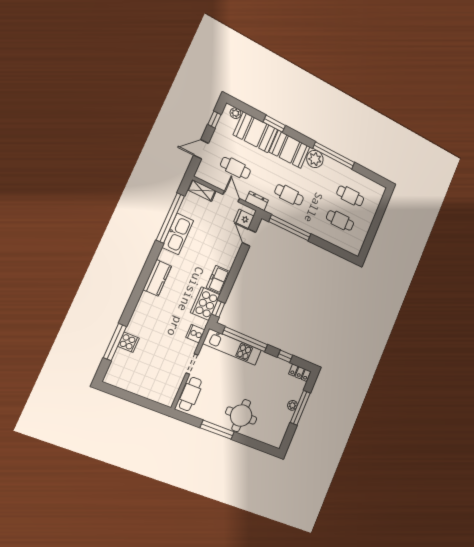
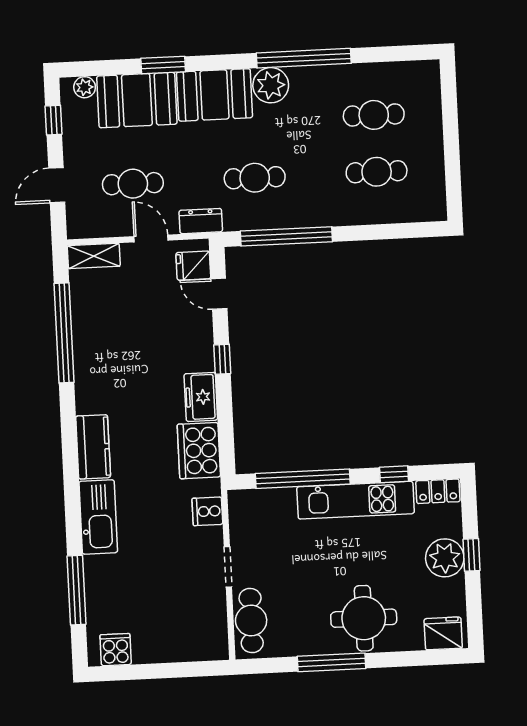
kitchen sink: (178, 234) -> (98, 517), moved
window: (218, 309) -> (222, 359), moved
cooker: (128, 342) -> (116, 650), moved, turned -90
kitchen unit: (232, 347) -> (356, 500), moved
plant: (292, 405) -> (445, 558), width x1.87, depth x1.87
window: (300, 408) -> (471, 555), width x0.46
fridge: (272, 438) -> (443, 633), added

